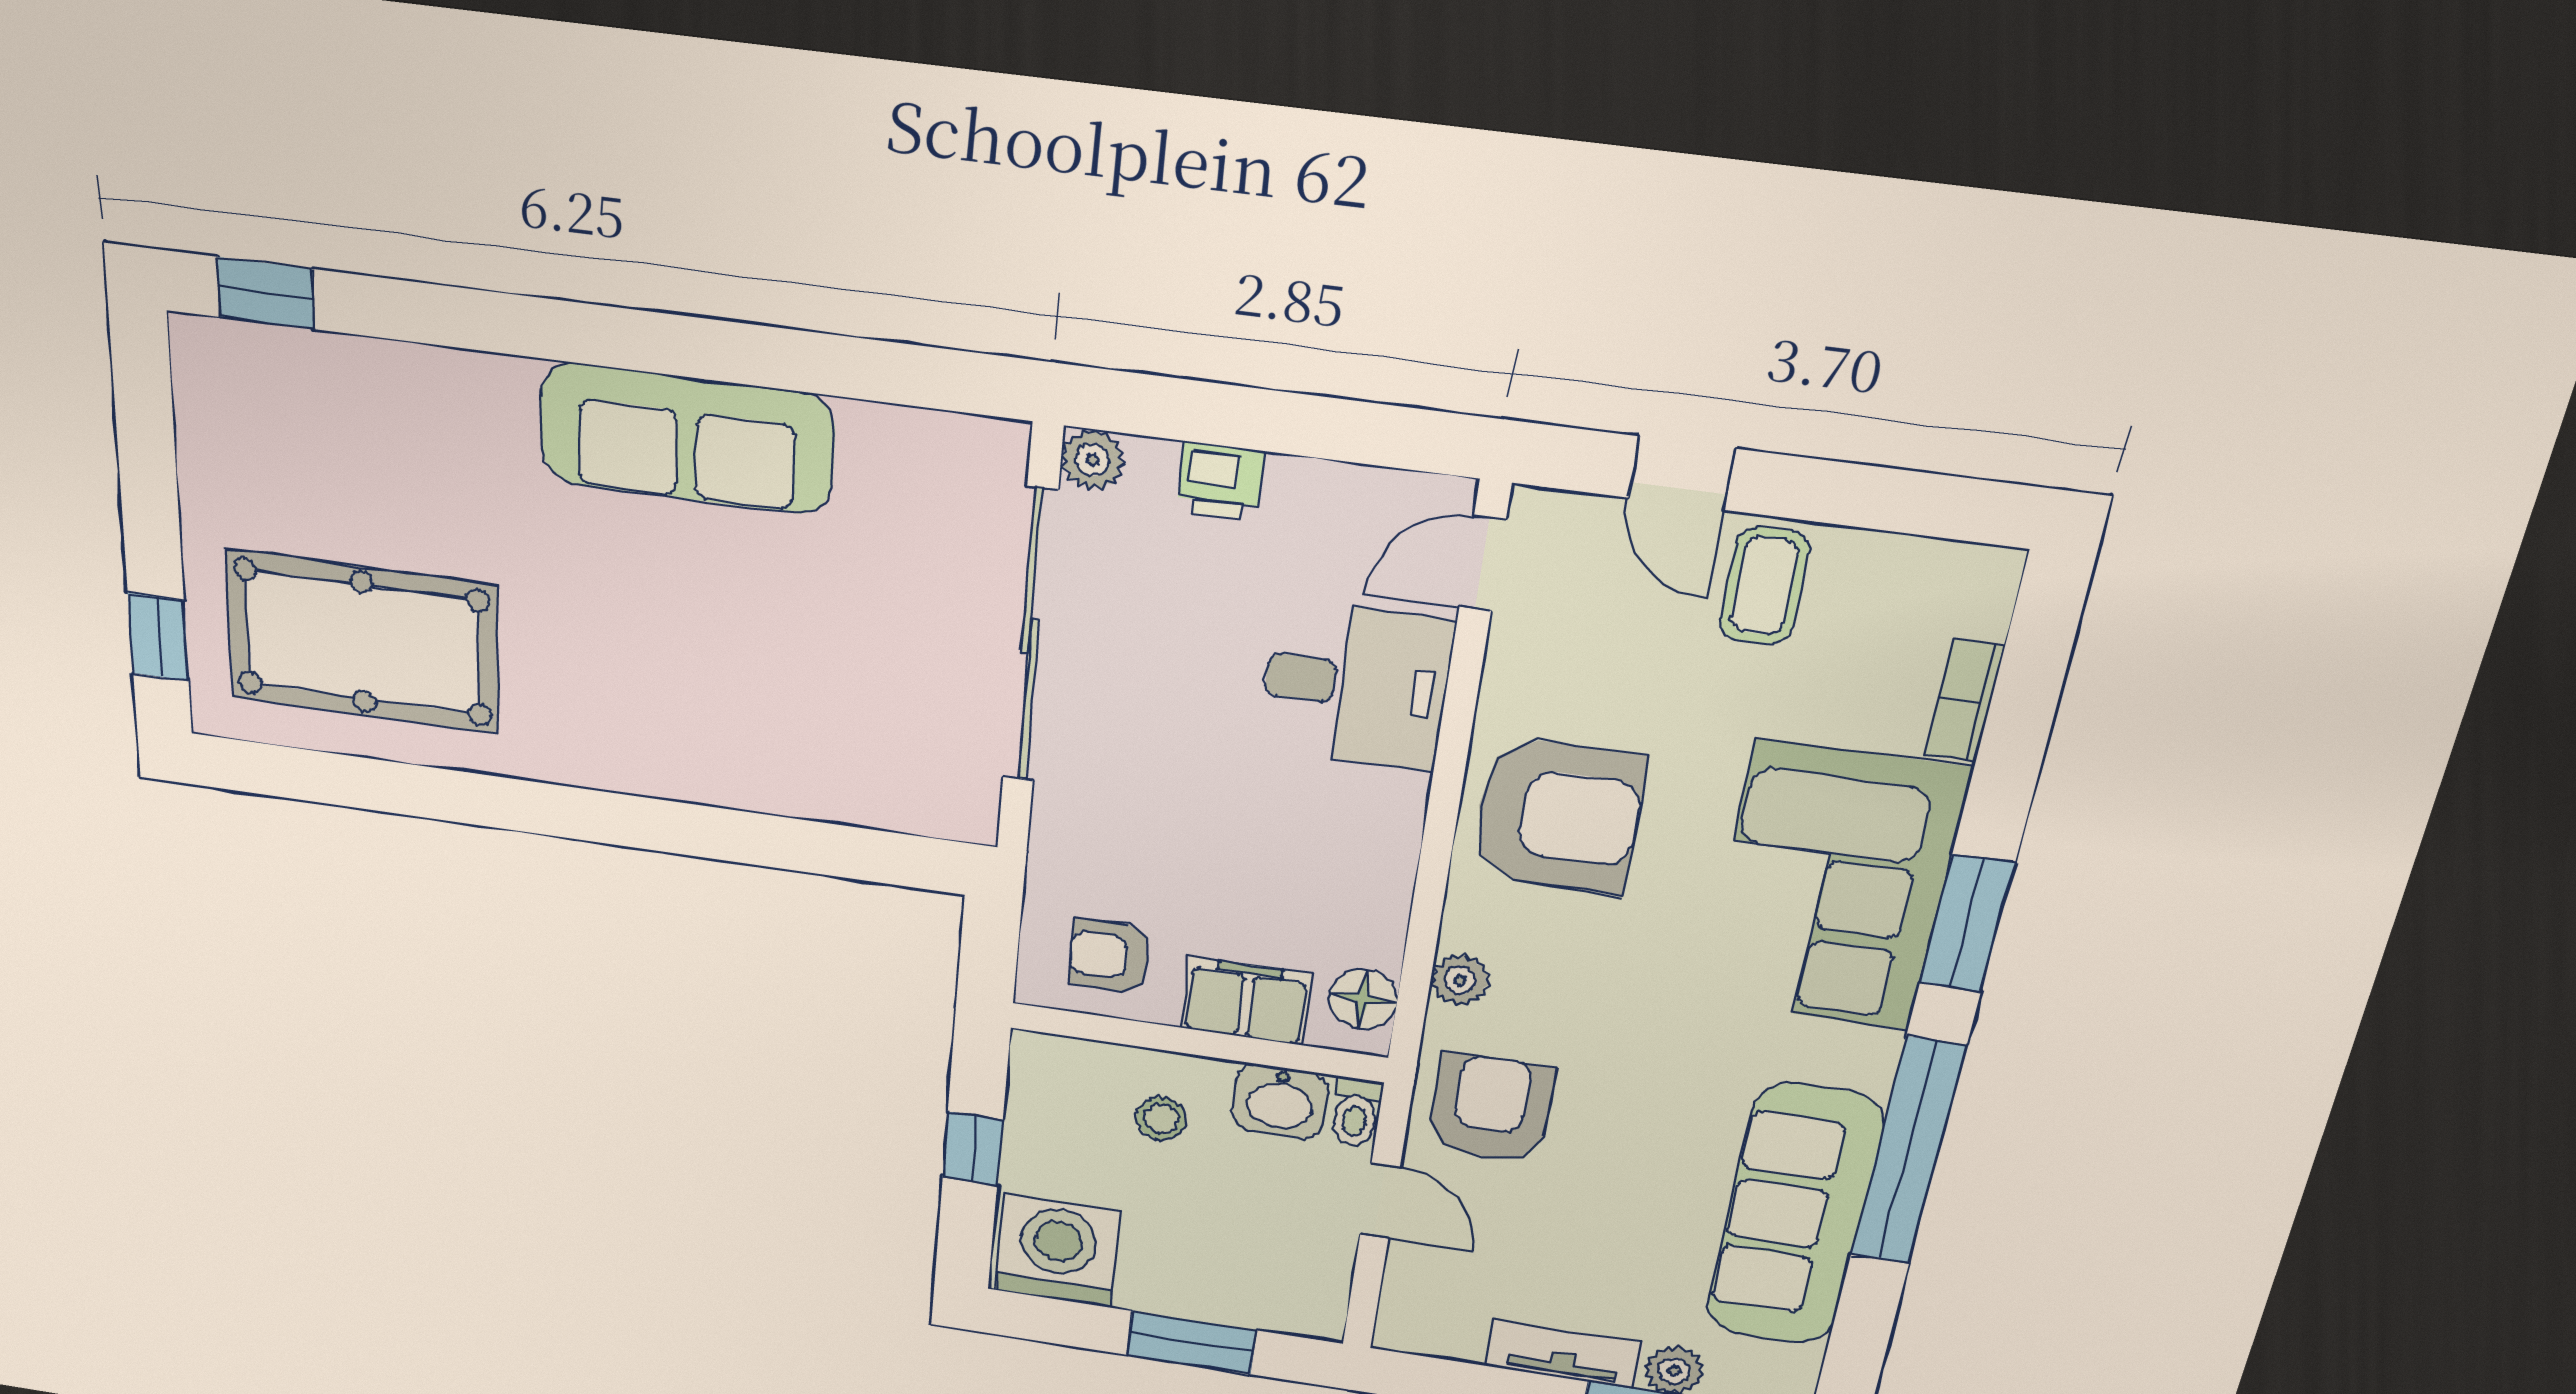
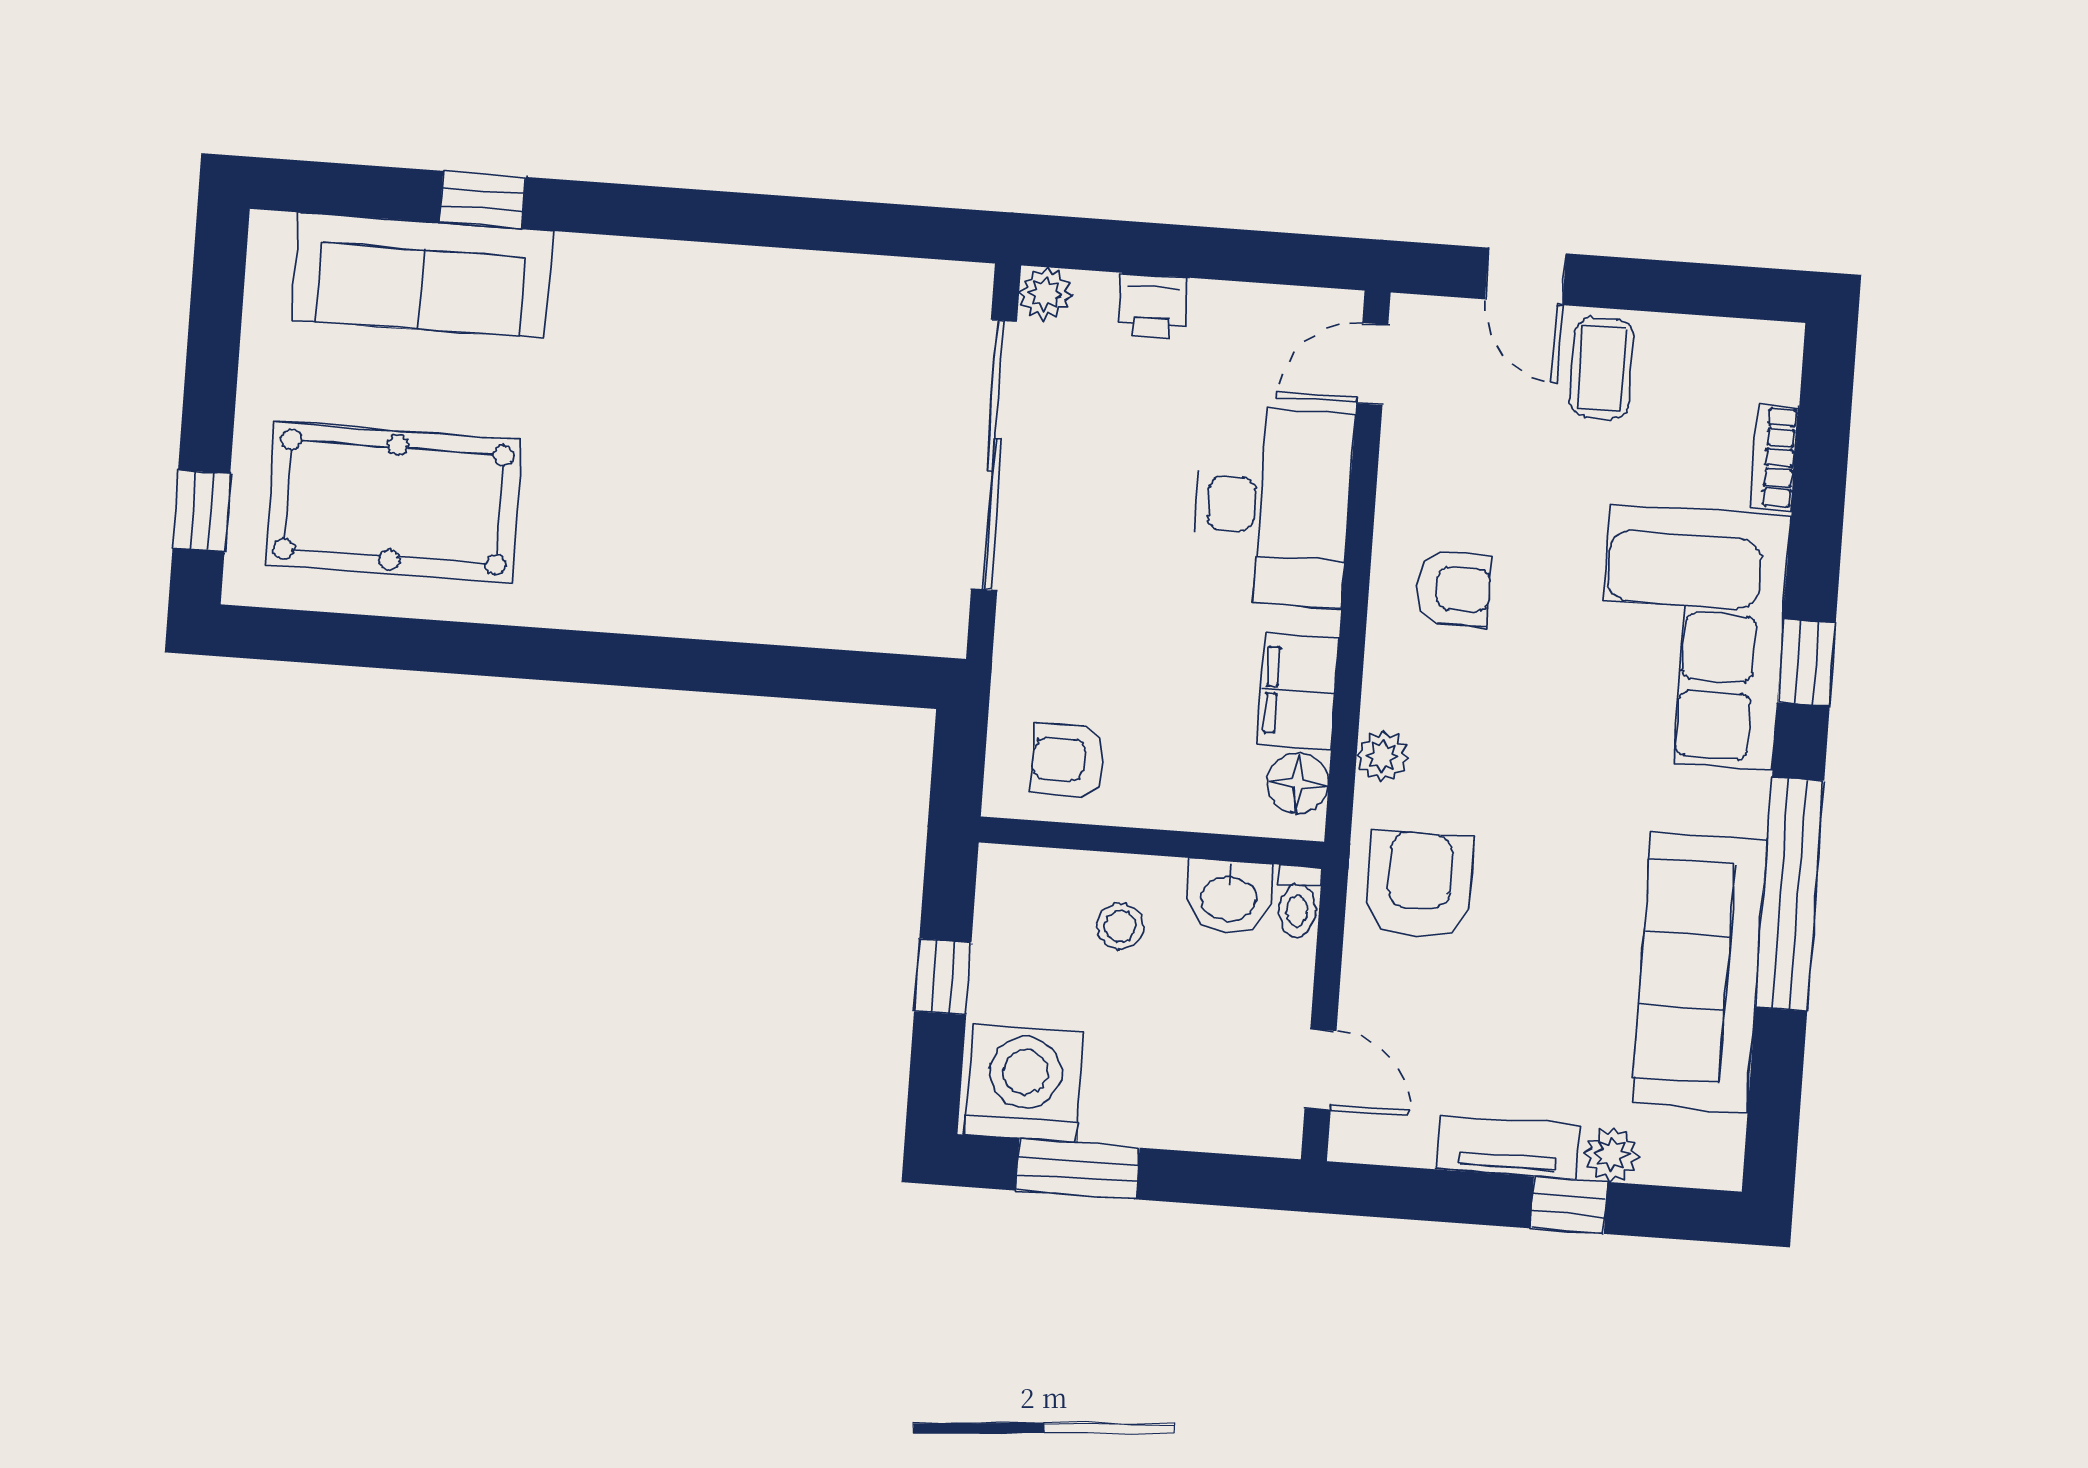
window: (266, 293) -> (482, 200), moved
sofa: (687, 439) -> (422, 275), moved
desk: (1356, 685) -> (1272, 506), width x1.37
armchair: (1557, 815) -> (1453, 588), width x0.53, depth x0.53
window: (1967, 923) -> (1807, 663), width x0.67
filing cabinet: (1246, 1001) -> (1298, 691), moved, turned -90
door: (1380, 1201) -> (1320, 1070), moved
window: (1191, 1343) -> (1078, 1169), moved

